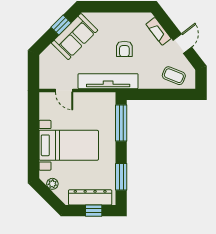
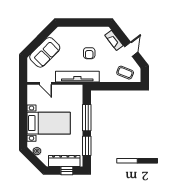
window: (61, 25) -> (43, 36), removed
sofa: (75, 37) -> (45, 52), moved
window: (121, 123) -> (87, 118), moved

